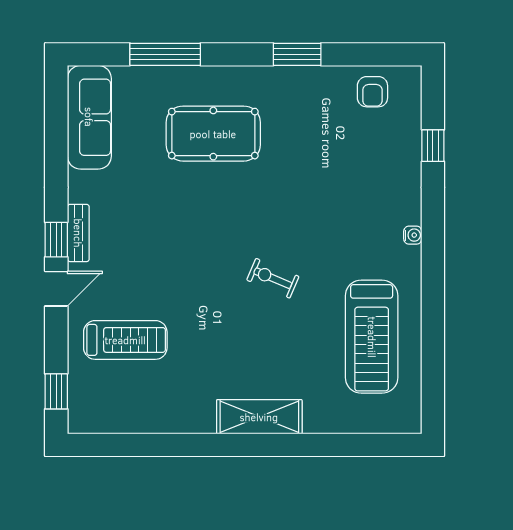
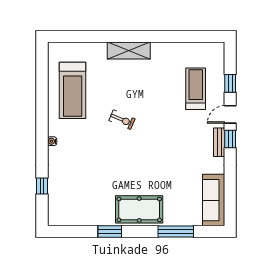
armchair: (372, 92) -> (72, 213), removed
pool table: (213, 134) -> (139, 209), moved
treadmill: (372, 337) -> (73, 90), turned 180
treadmill: (125, 340) -> (196, 89), turned 90
window: (56, 391) -> (230, 83), moved

